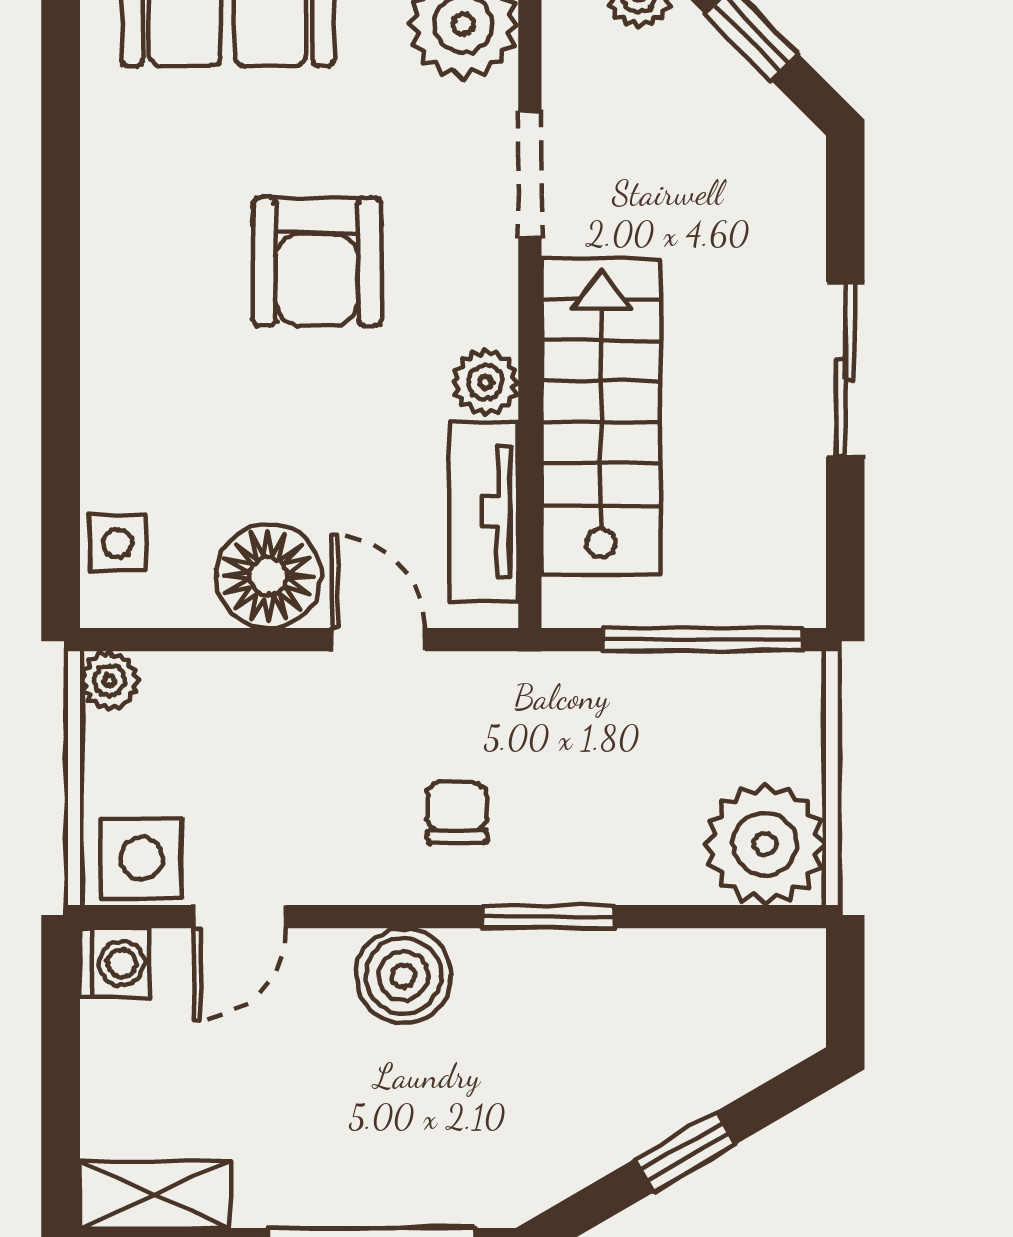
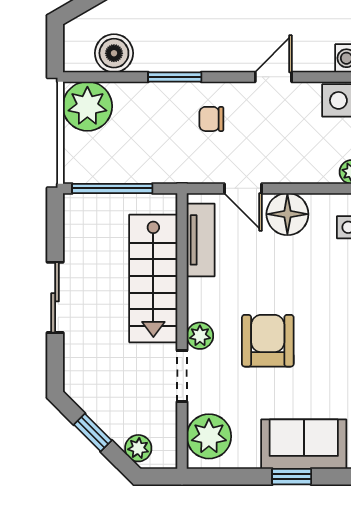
plant: (485, 382) -> (200, 336), moved
chair: (457, 812) -> (211, 119), turned 90
door: (239, 917) -> (273, 77), moved
boiler: (404, 976) -> (114, 53), moved

